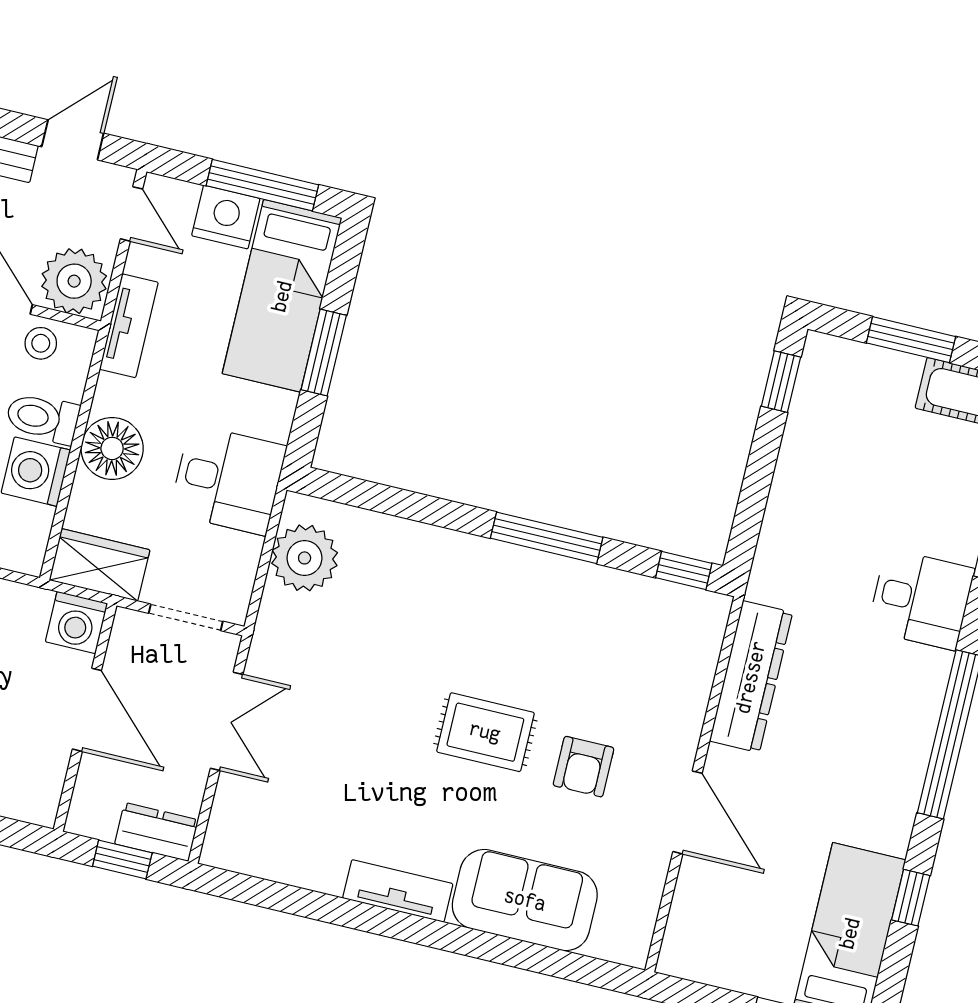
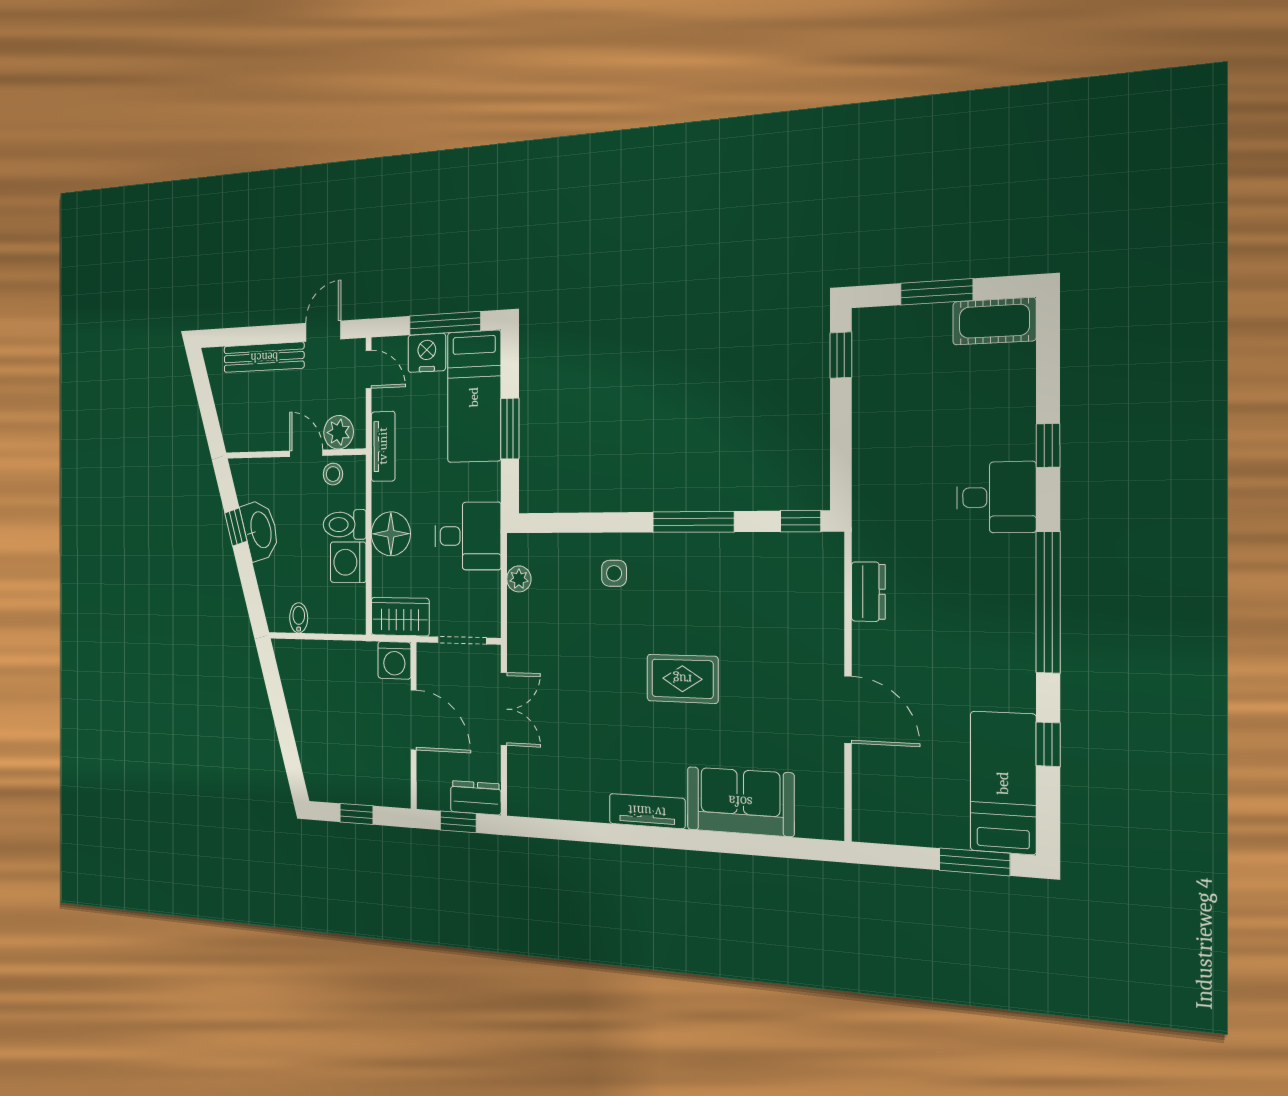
plant: (74, 281) -> (339, 432), width x0.73, depth x0.73
plant: (305, 558) -> (519, 579), width x0.53, depth x0.53
side table: (425, 578) -> (614, 573), added
dresser: (751, 677) -> (868, 592), width x0.51, depth x0.80
armchair: (584, 767) -> (760, 690), removed

